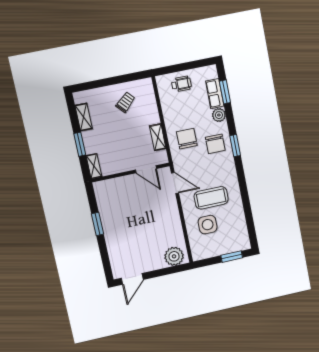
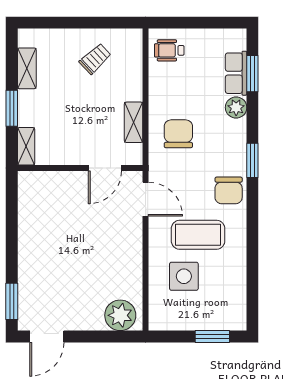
wheelchair: (181, 84) -> (169, 50), moved, turned 180
chair: (215, 144) -> (229, 190), moved
door: (146, 169) -> (105, 168), hinge flipped
window: (97, 224) -> (12, 301), moved

